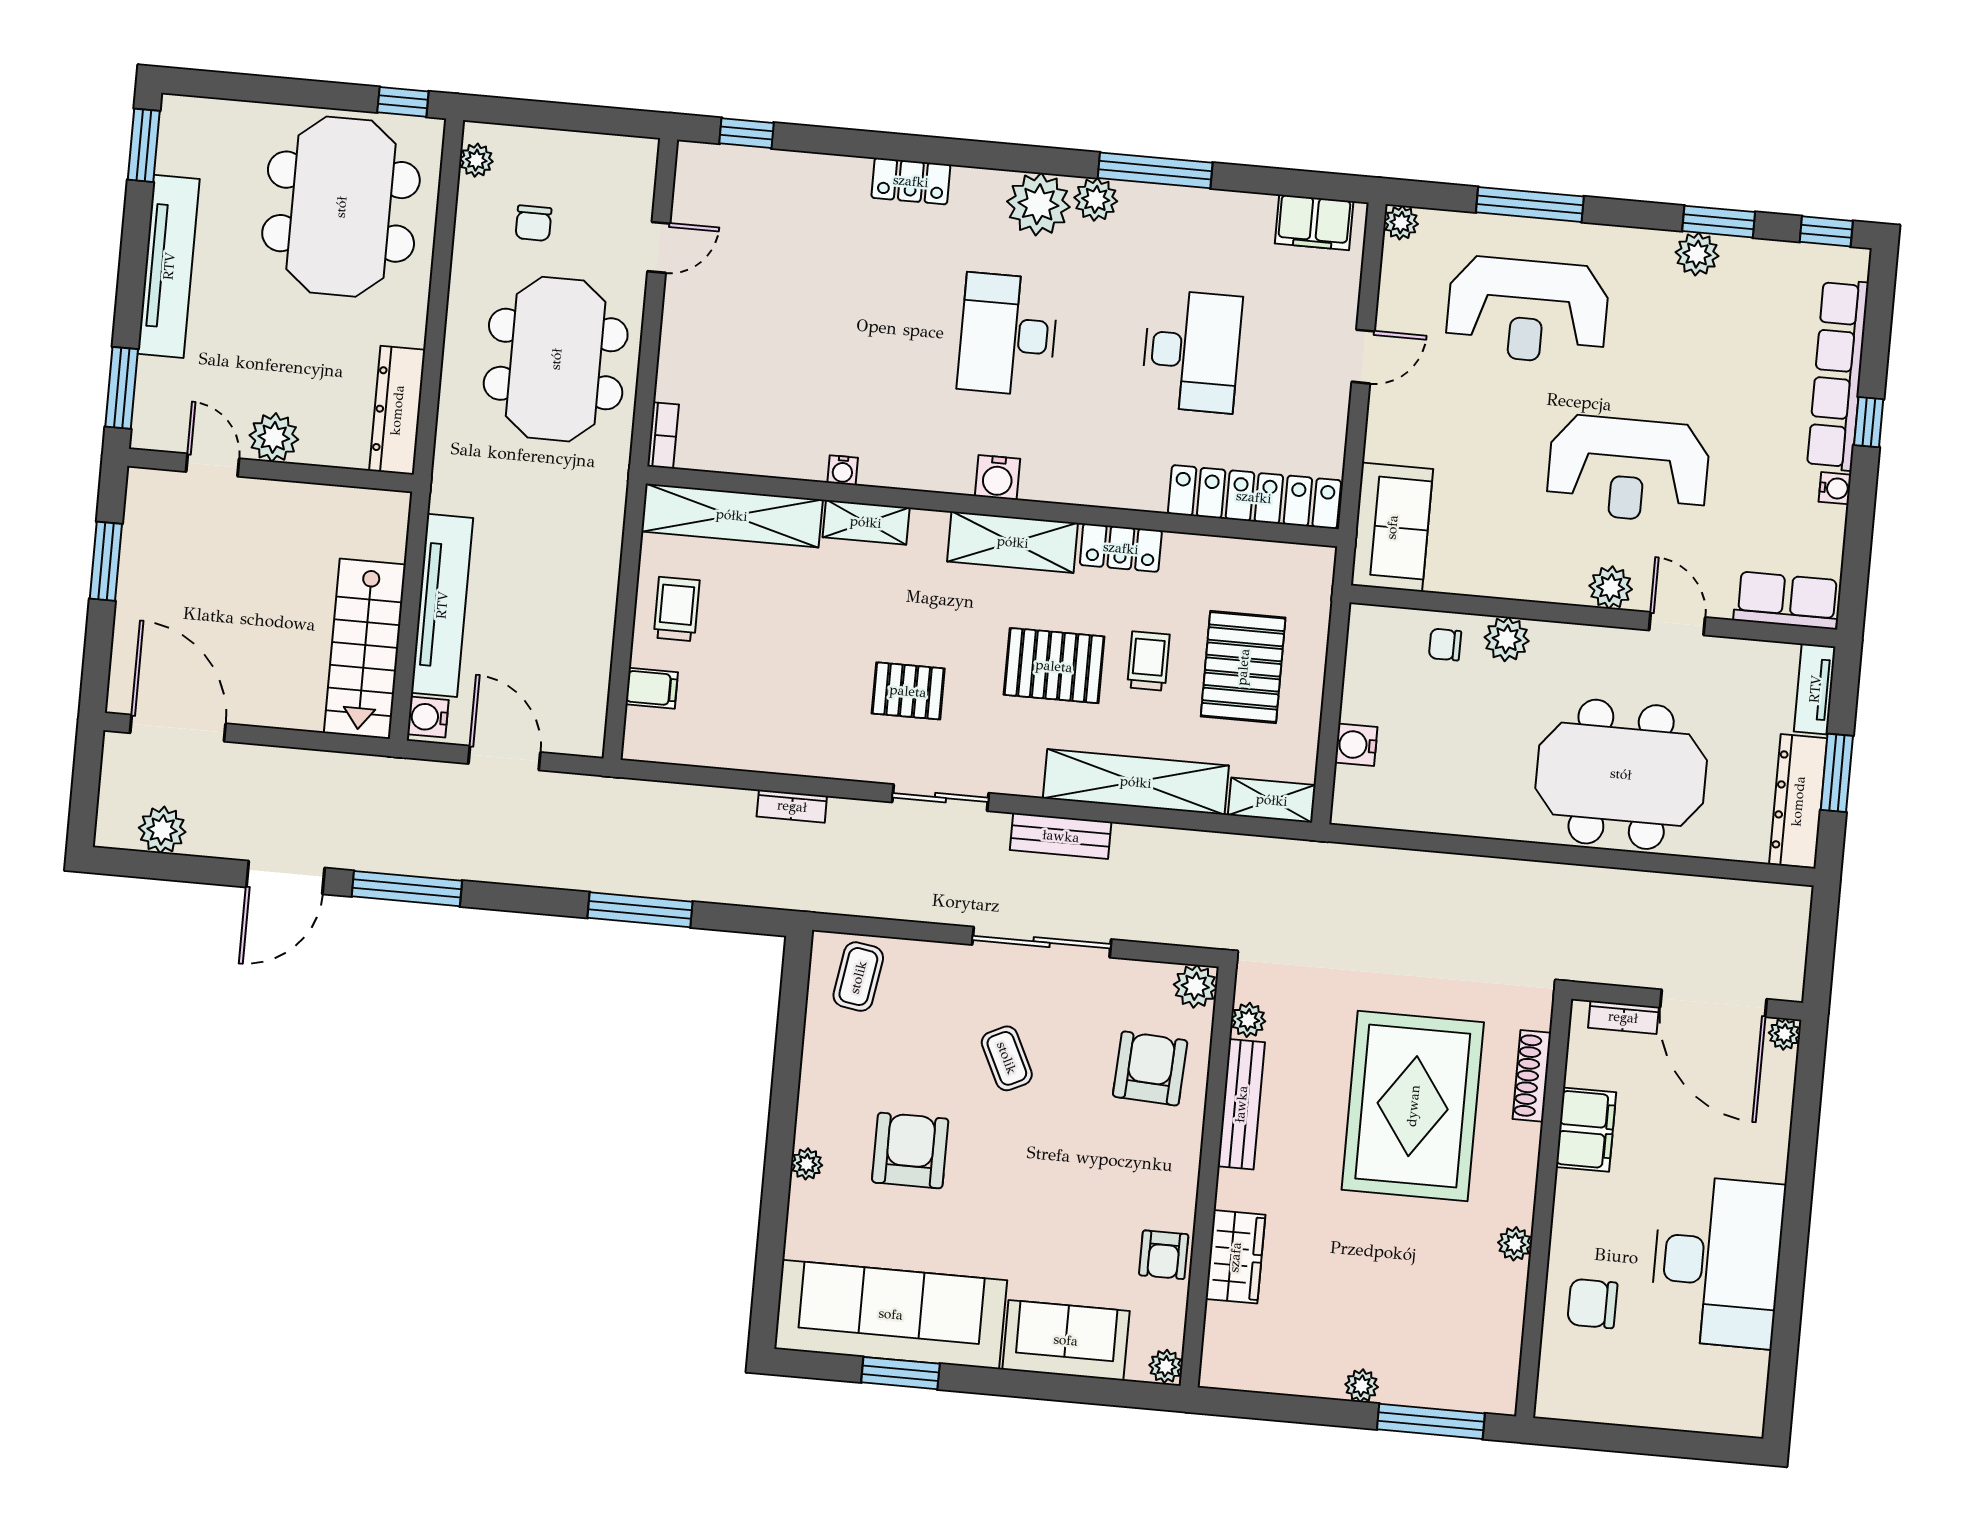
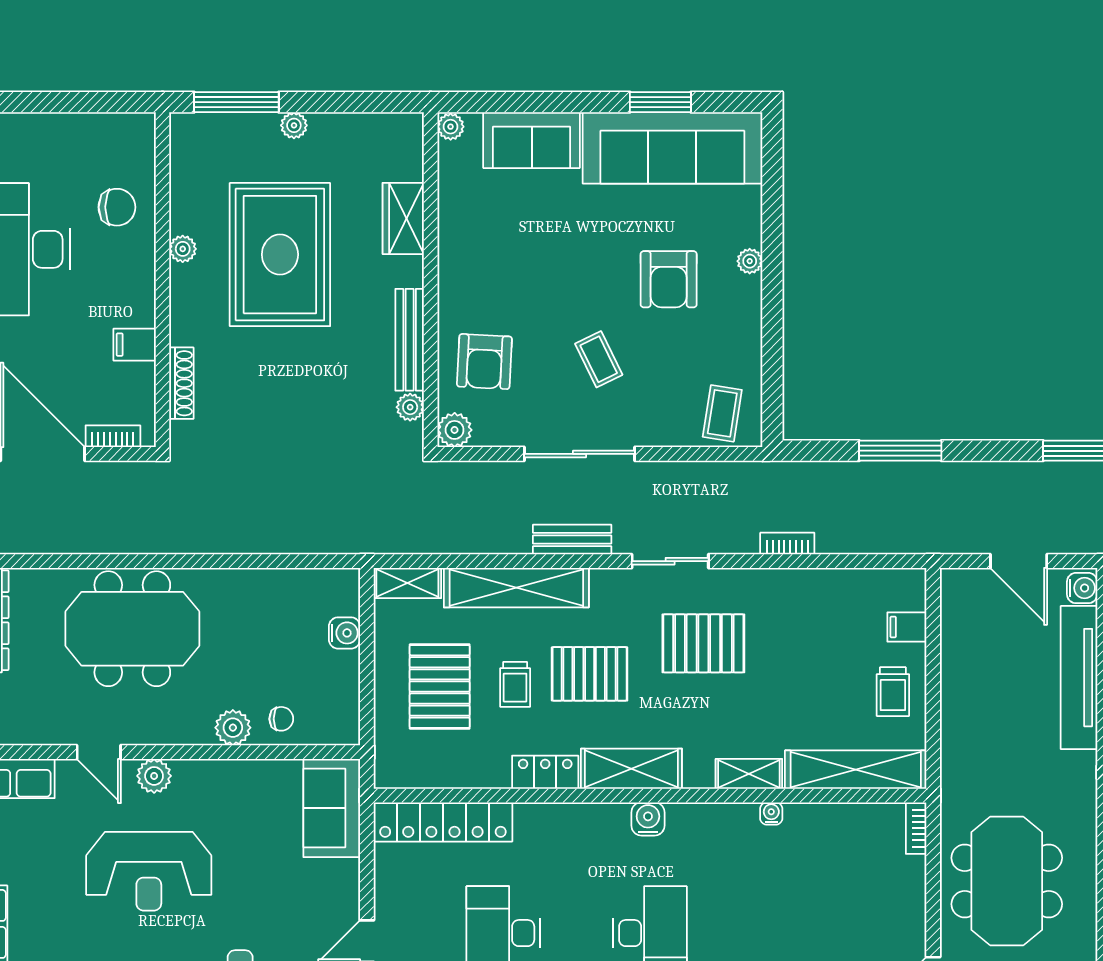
reception desk: (1628, 469) -> (149, 871), turned 180
pallet: (908, 691) -> (703, 643), width x1.50, depth x1.42
rug: (1413, 1106) -> (280, 255), moved
filing cabinet: (1586, 1130) -> (135, 345), width x0.50
armchair: (1164, 1255) -> (460, 215), removed

